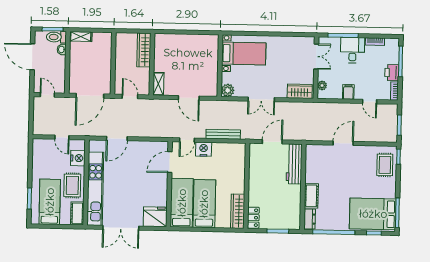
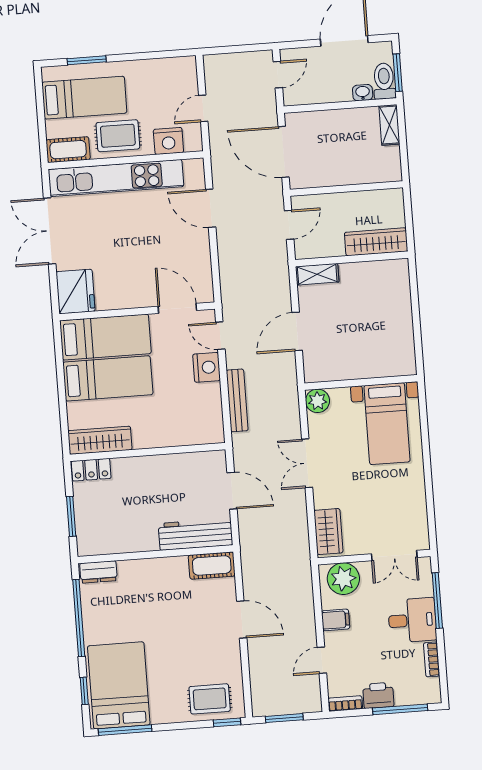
plant: (322, 85) -> (343, 579), width x1.88, depth x1.88
cot: (311, 196) -> (212, 566), moved

